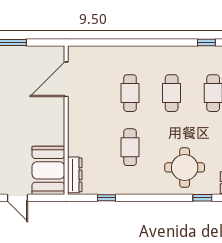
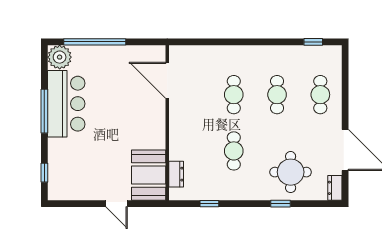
door: (66, 79) -> (167, 80), hinge flipped
dresser: (75, 175) -> (176, 174), width x0.70
window: (202, 198) -> (281, 204), moved

